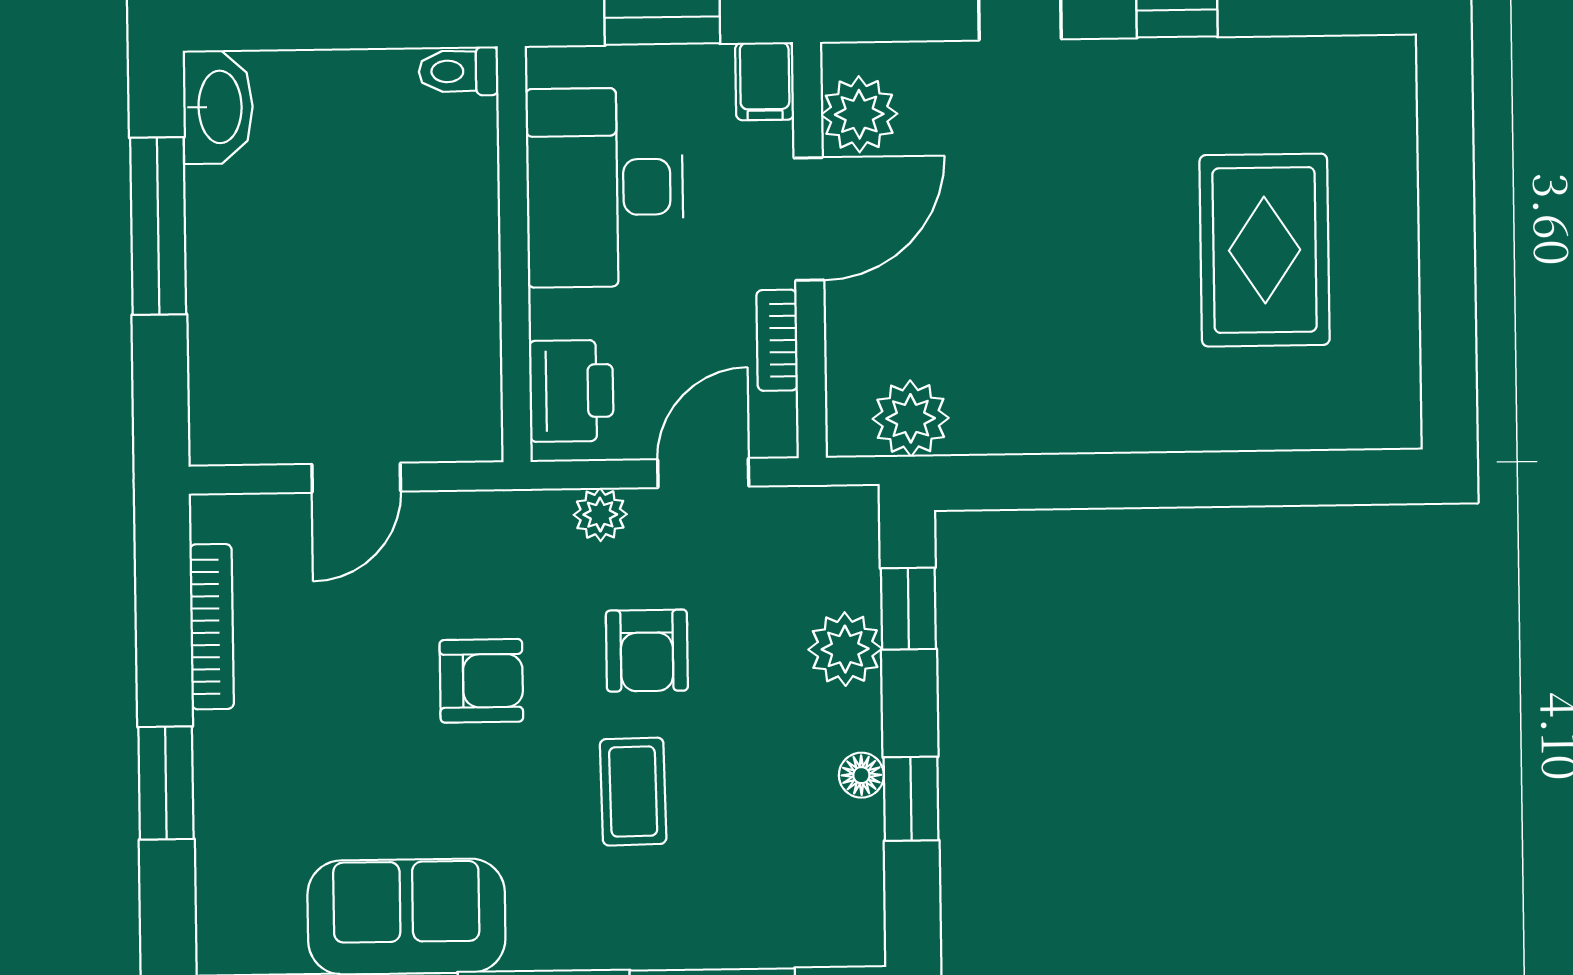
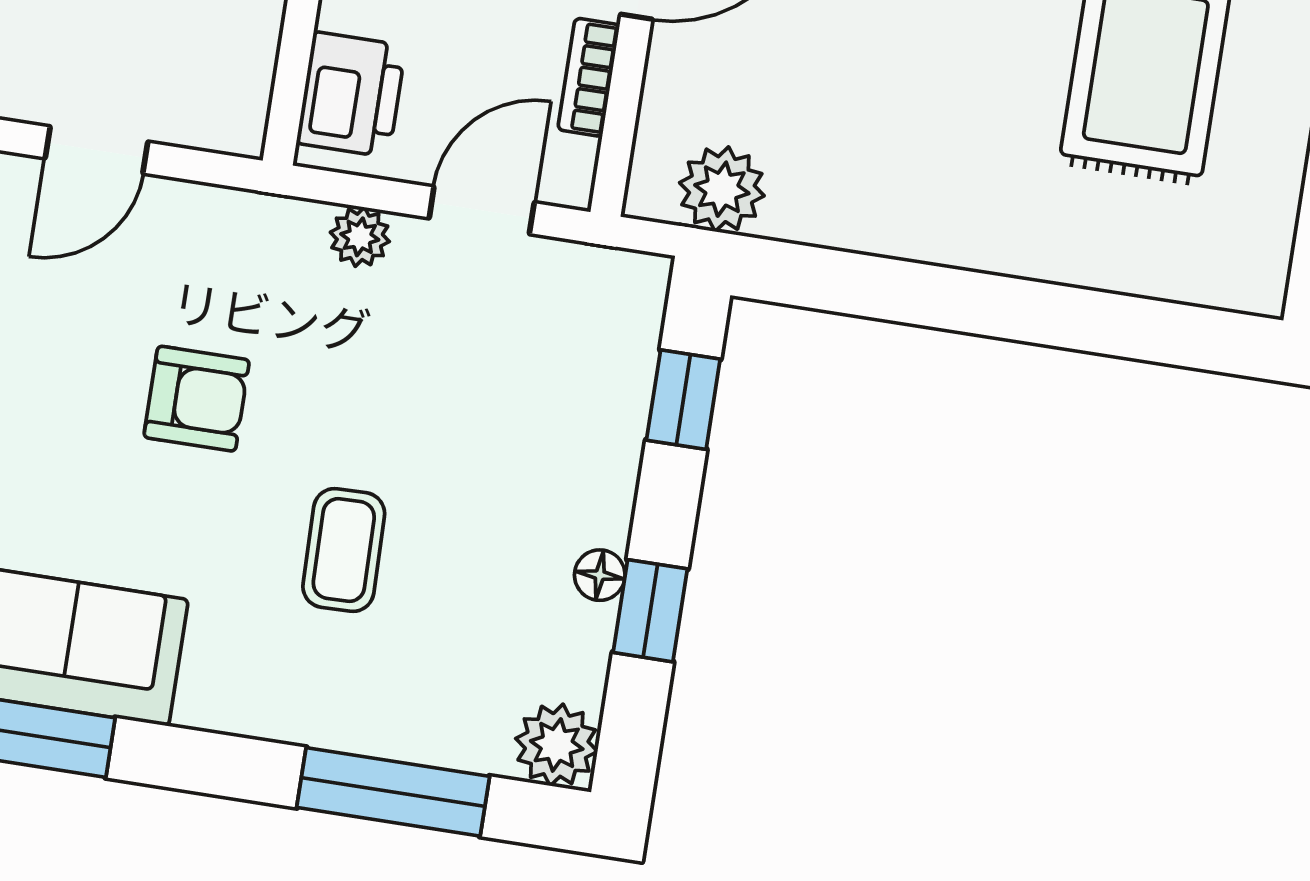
plant: (845, 649) -> (557, 745), moved
armchair: (647, 651) -> (386, 396), removed

